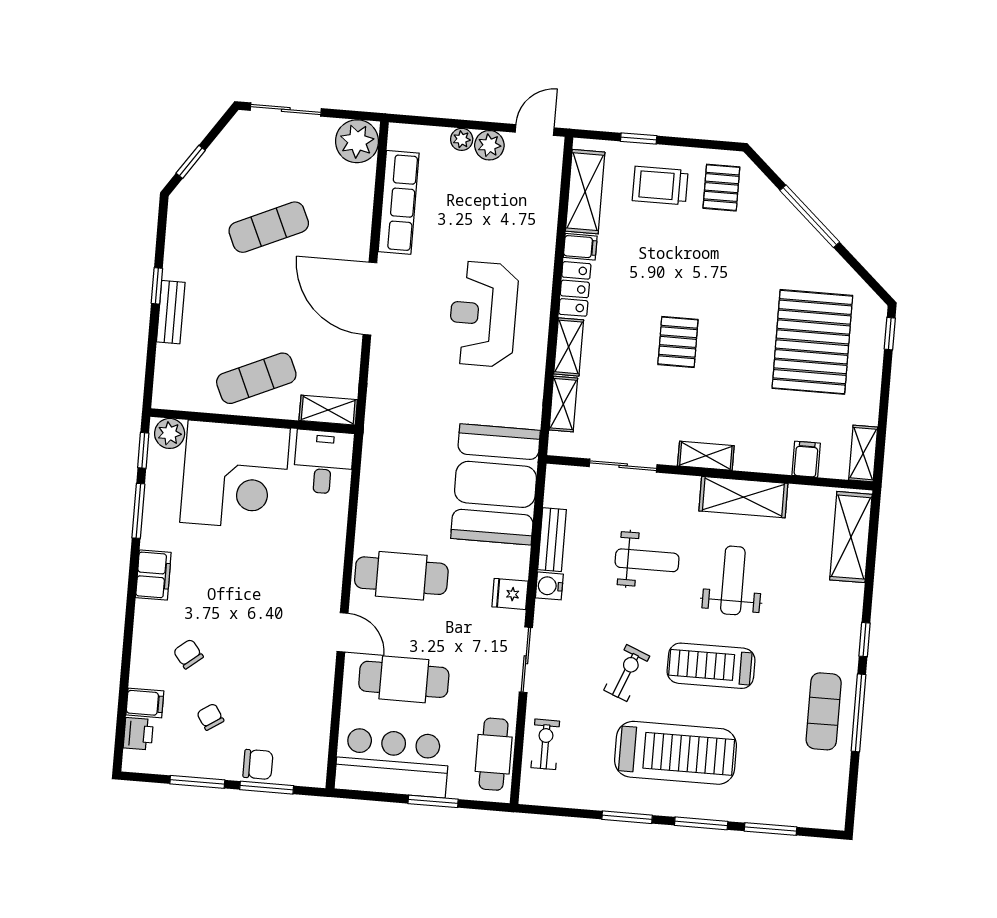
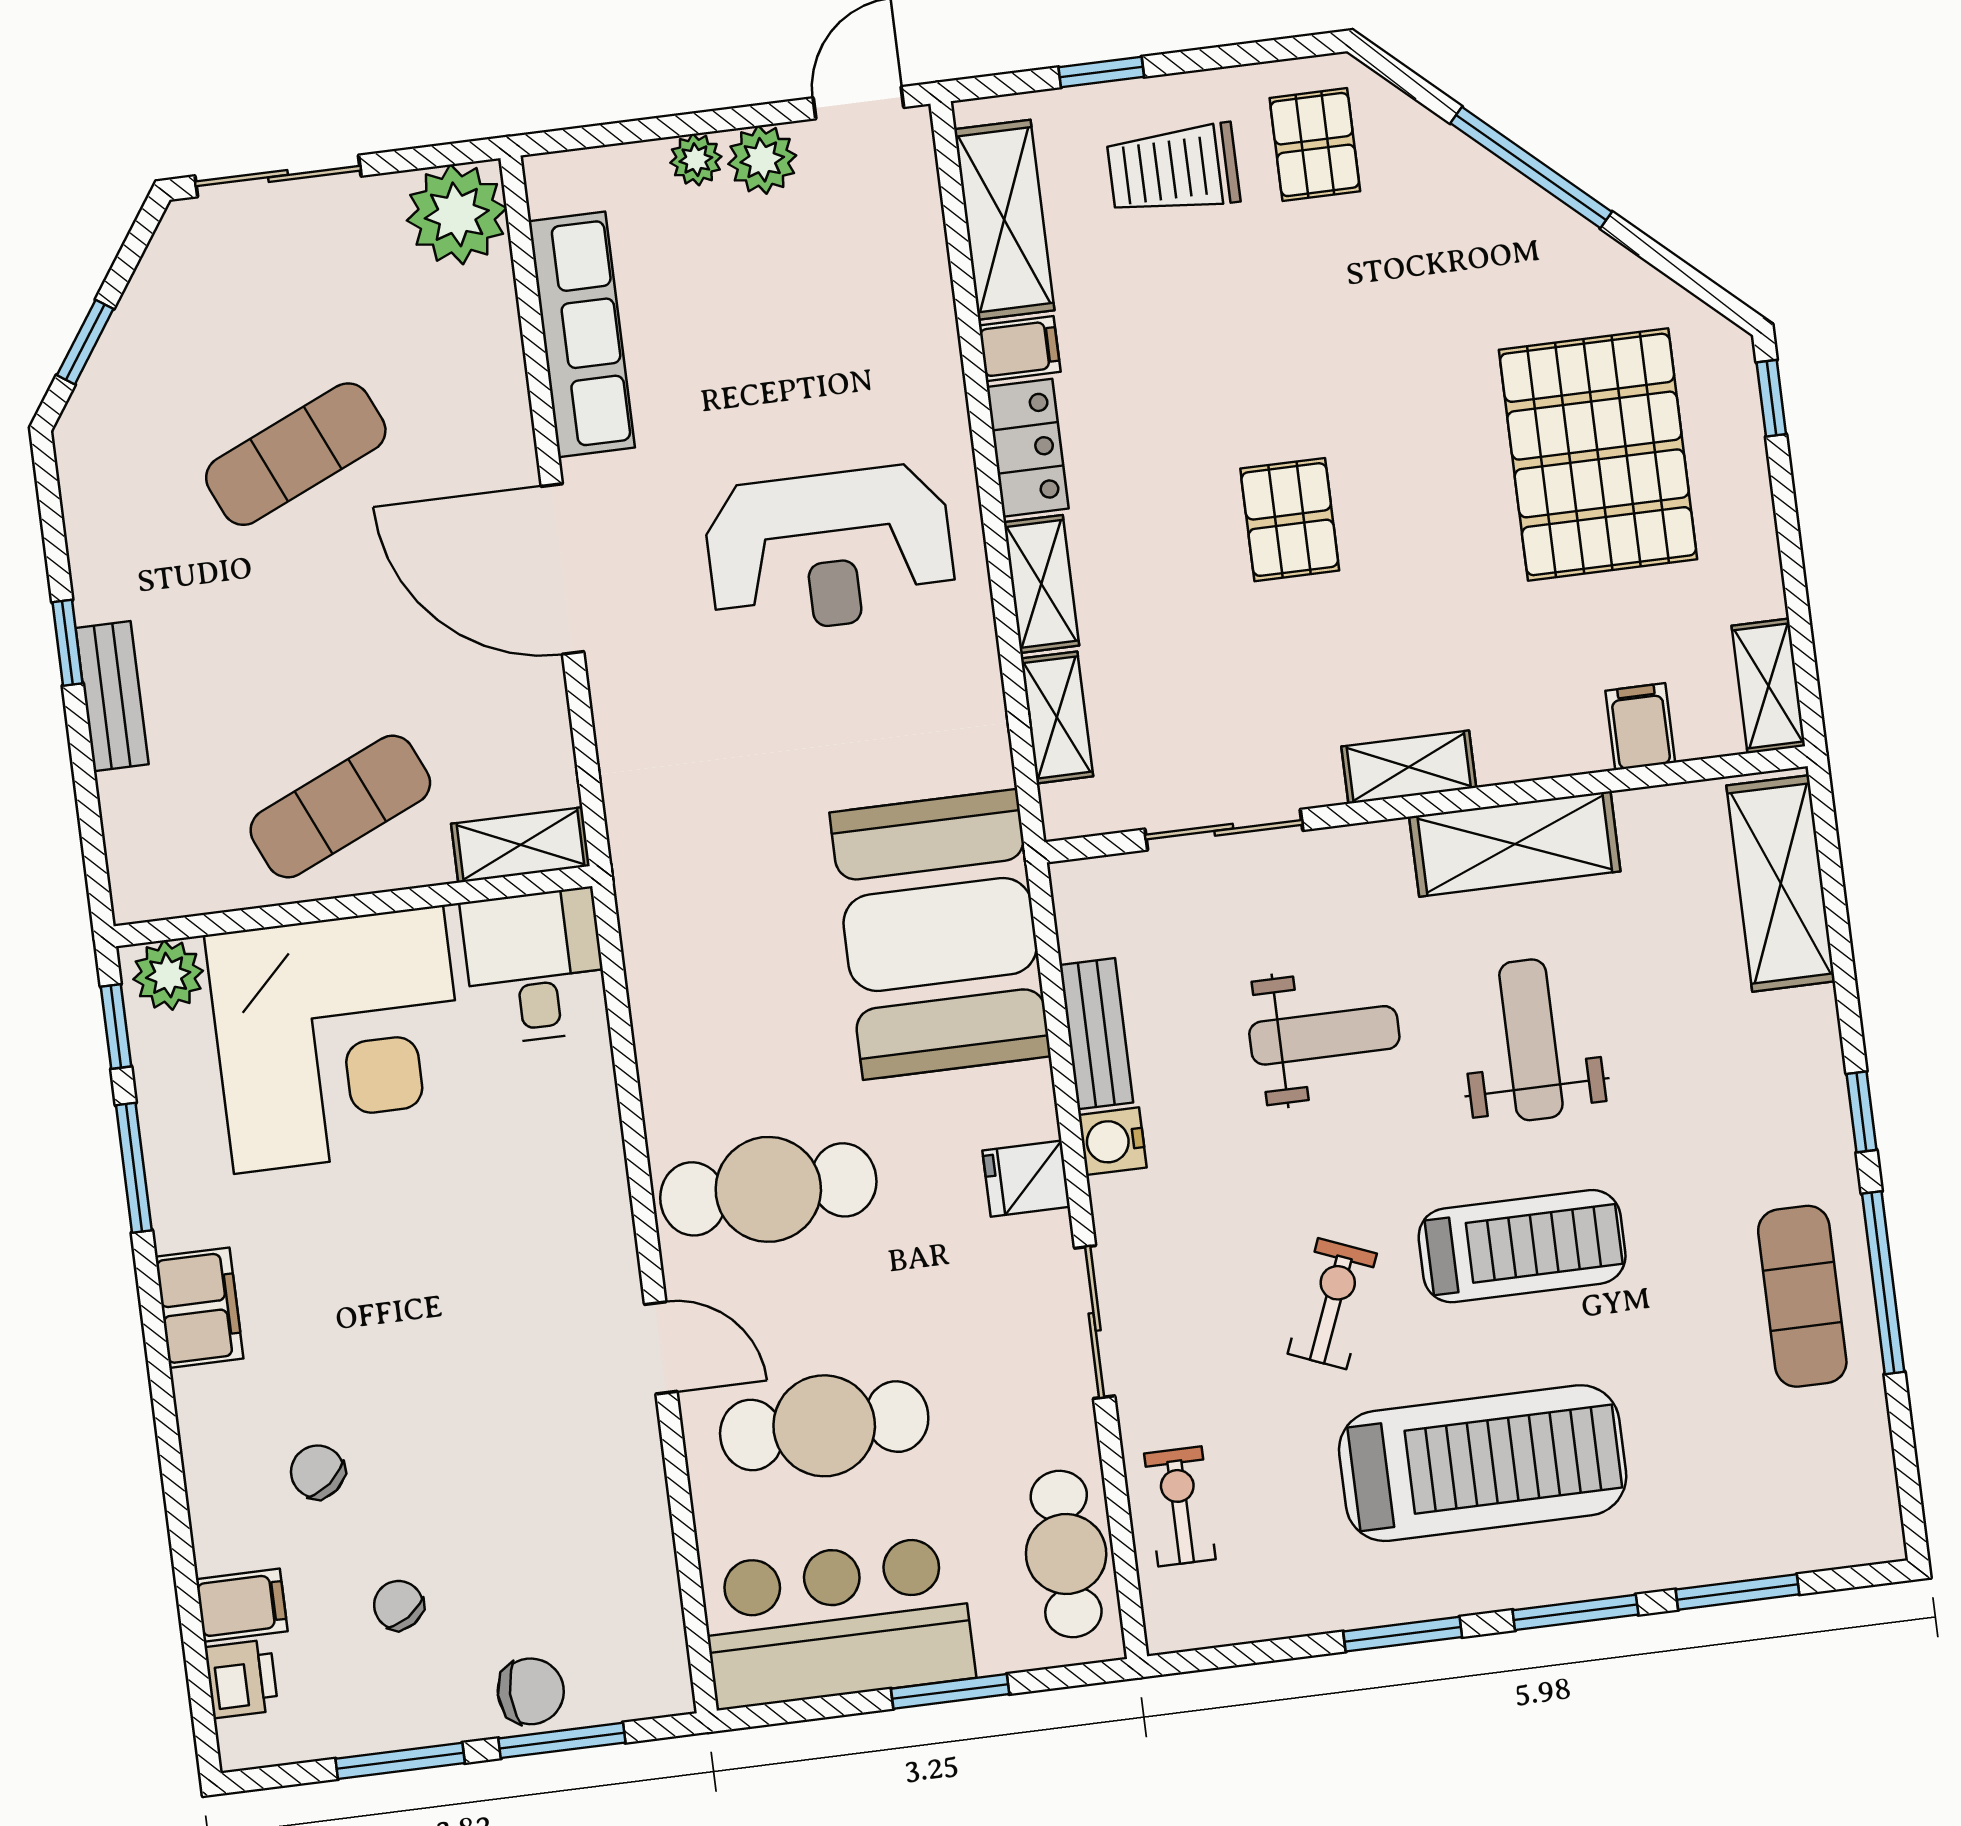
reception desk: (483, 314) -> (830, 550), turned -90
treadmill: (711, 666) -> (1522, 1246), turned 180

